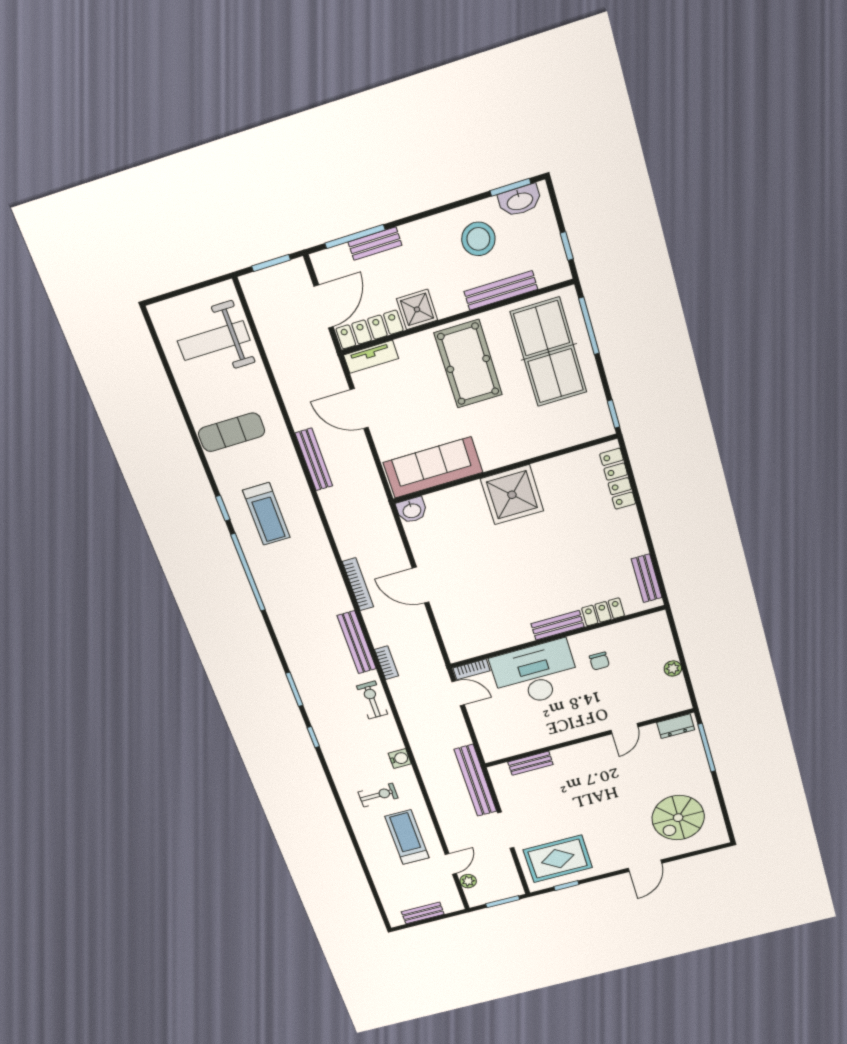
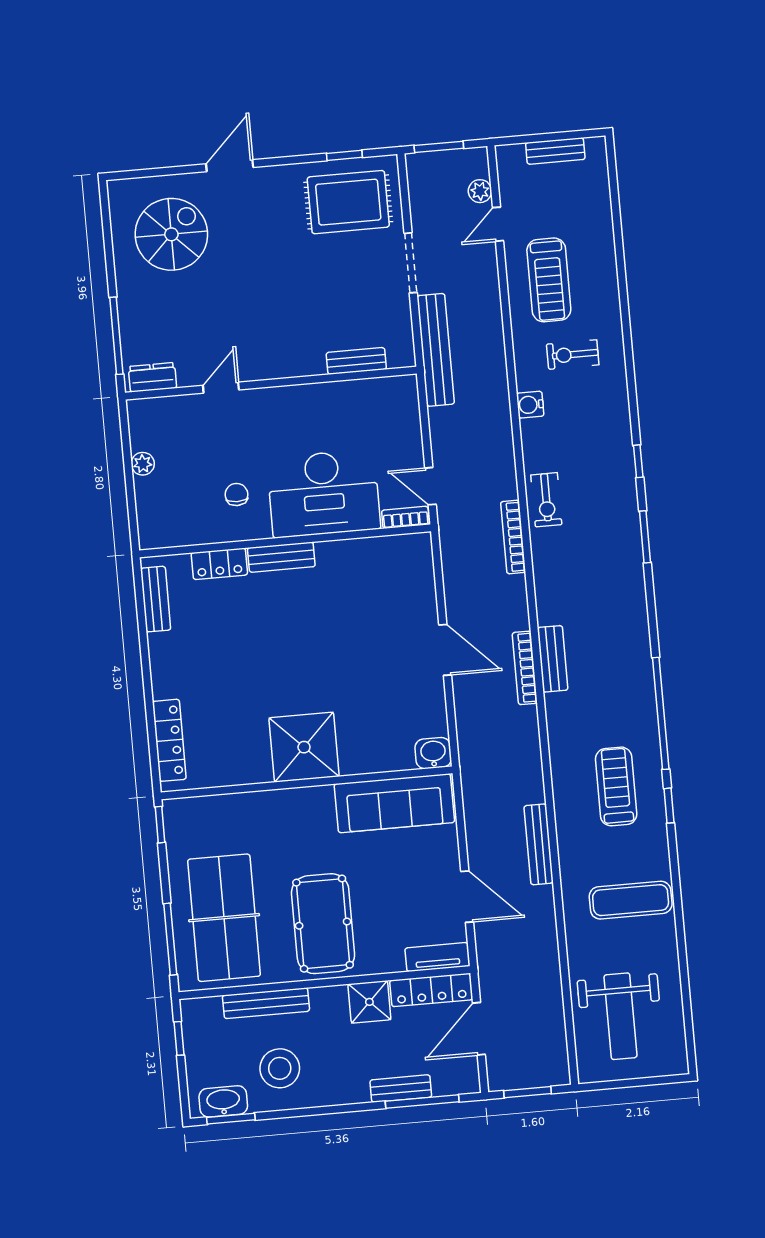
weight bench: (214, 341) -> (621, 1016), turned 90
bench: (357, 642) -> (553, 659), moved, width x0.73
bookcase: (387, 663) -> (513, 537), width x1.56

